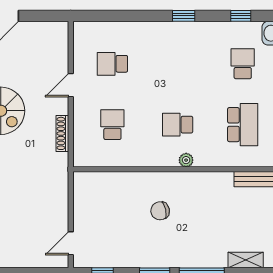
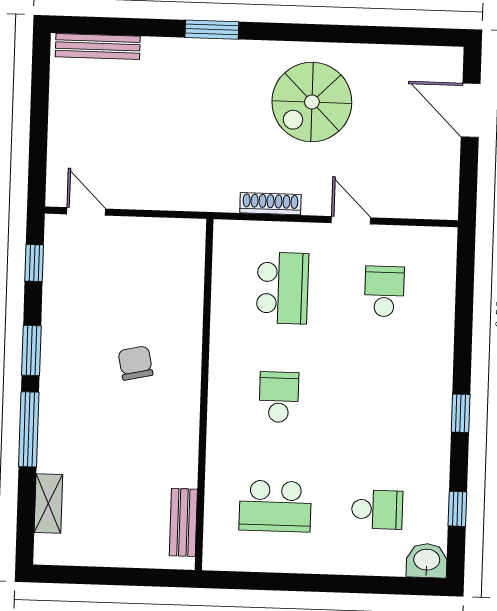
school desk: (112, 125) -> (283, 288), width x1.85
plant: (186, 160) -> (219, 409), removed

